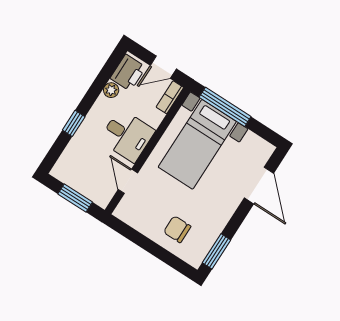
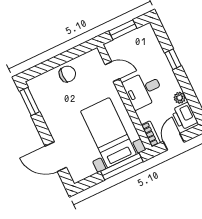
chair: (177, 229) -> (67, 74), moved

